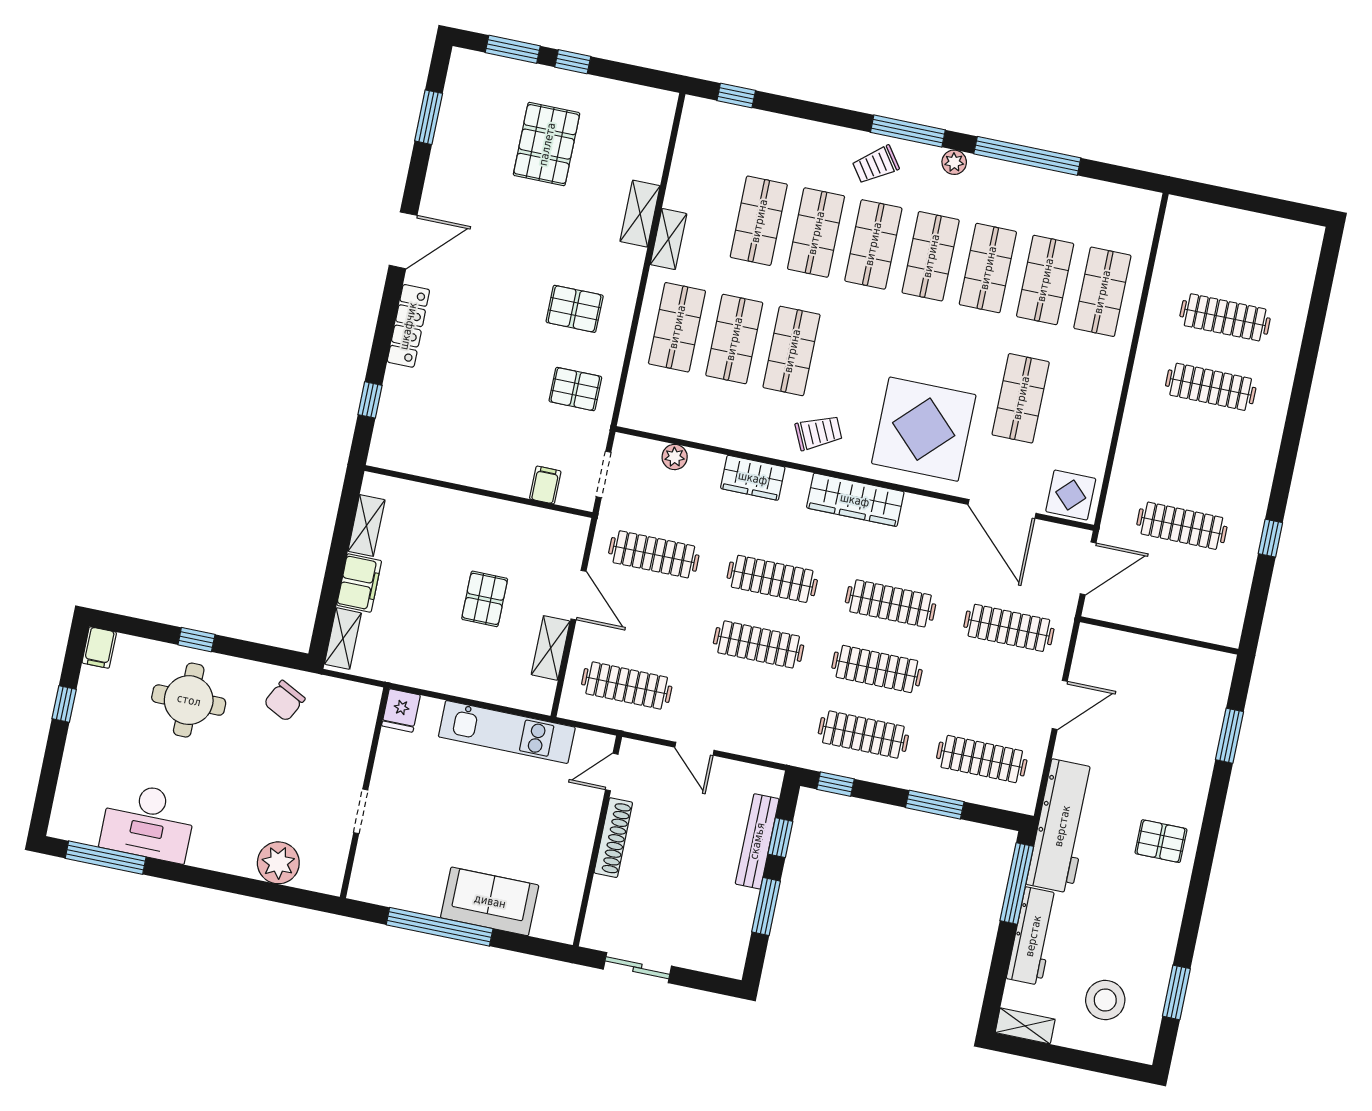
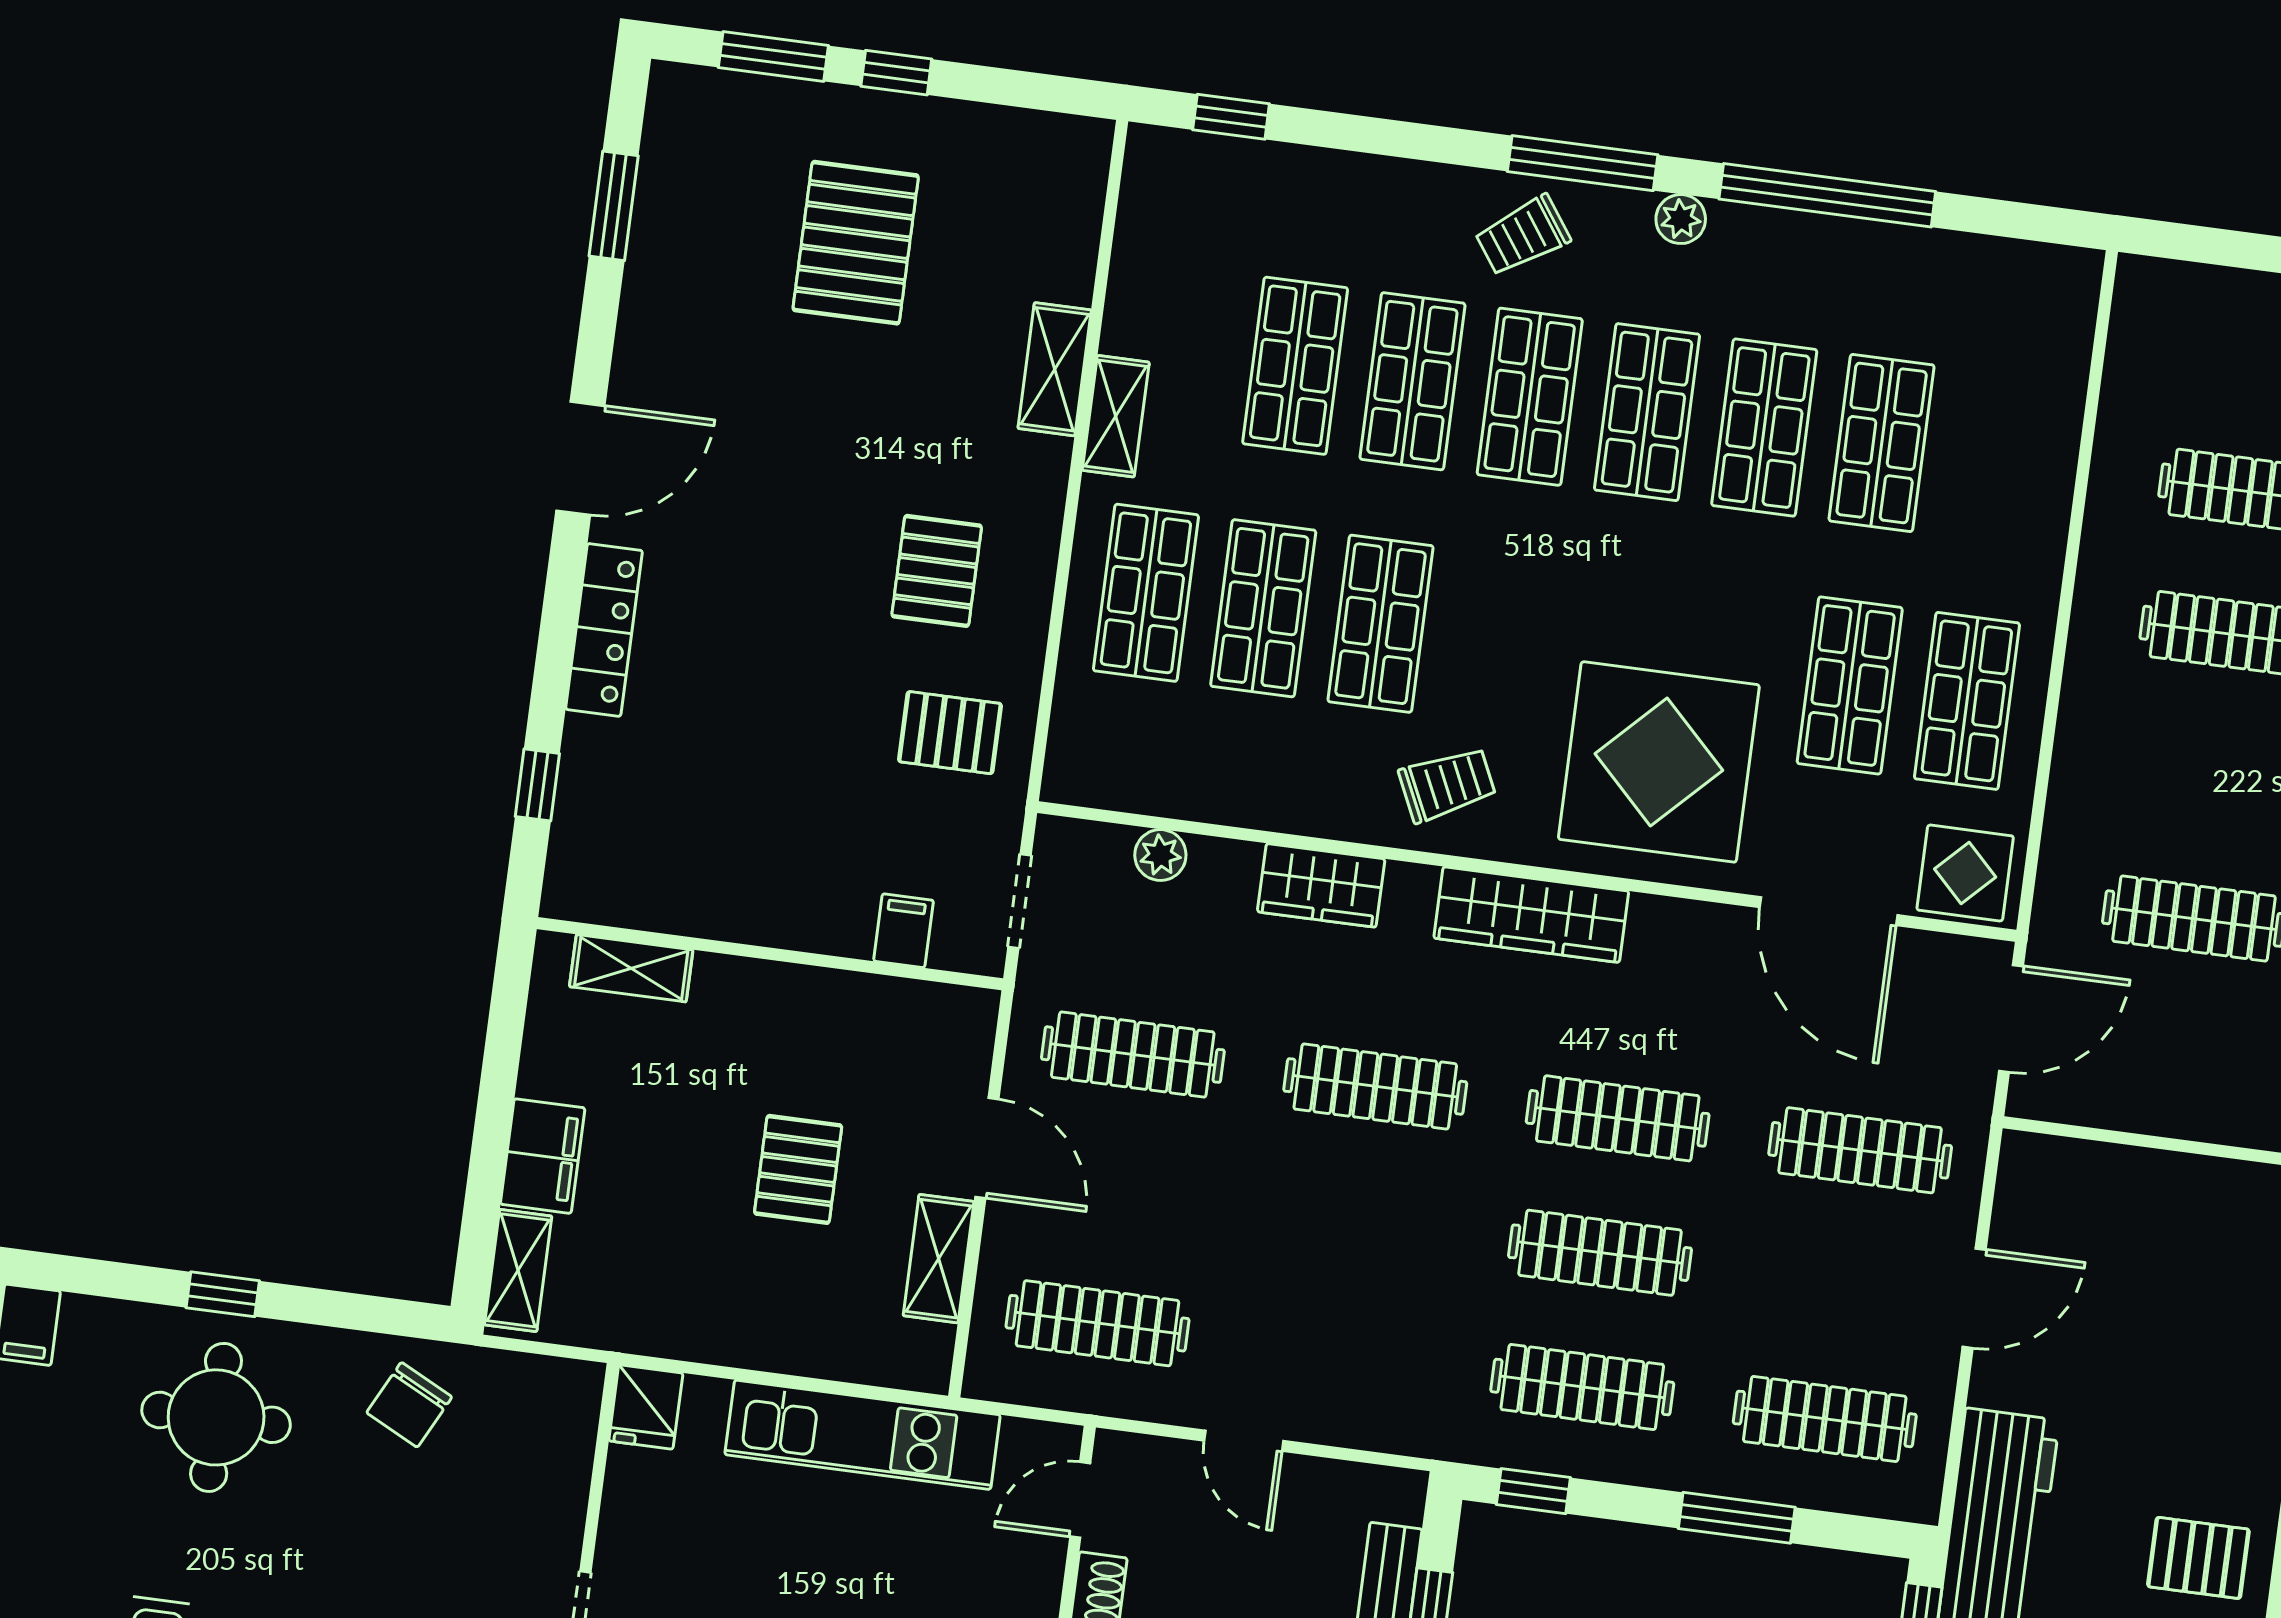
shop shelf: (1102, 292) -> (1967, 701), moved
pallet: (575, 309) -> (937, 571), turned 90
shelving: (366, 525) -> (631, 968), moved, turned 90
clothes rail: (759, 644) -> (1358, 1221), removed

